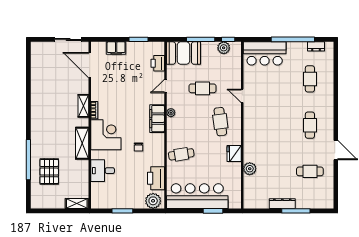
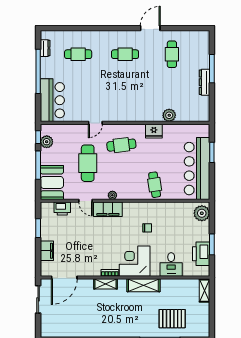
cafe table: (202, 88) -> (88, 163), width x1.37, depth x1.35
filing cabinet: (157, 119) -> (108, 209), moved
printer: (156, 178) -> (201, 254), moved, turned 90

